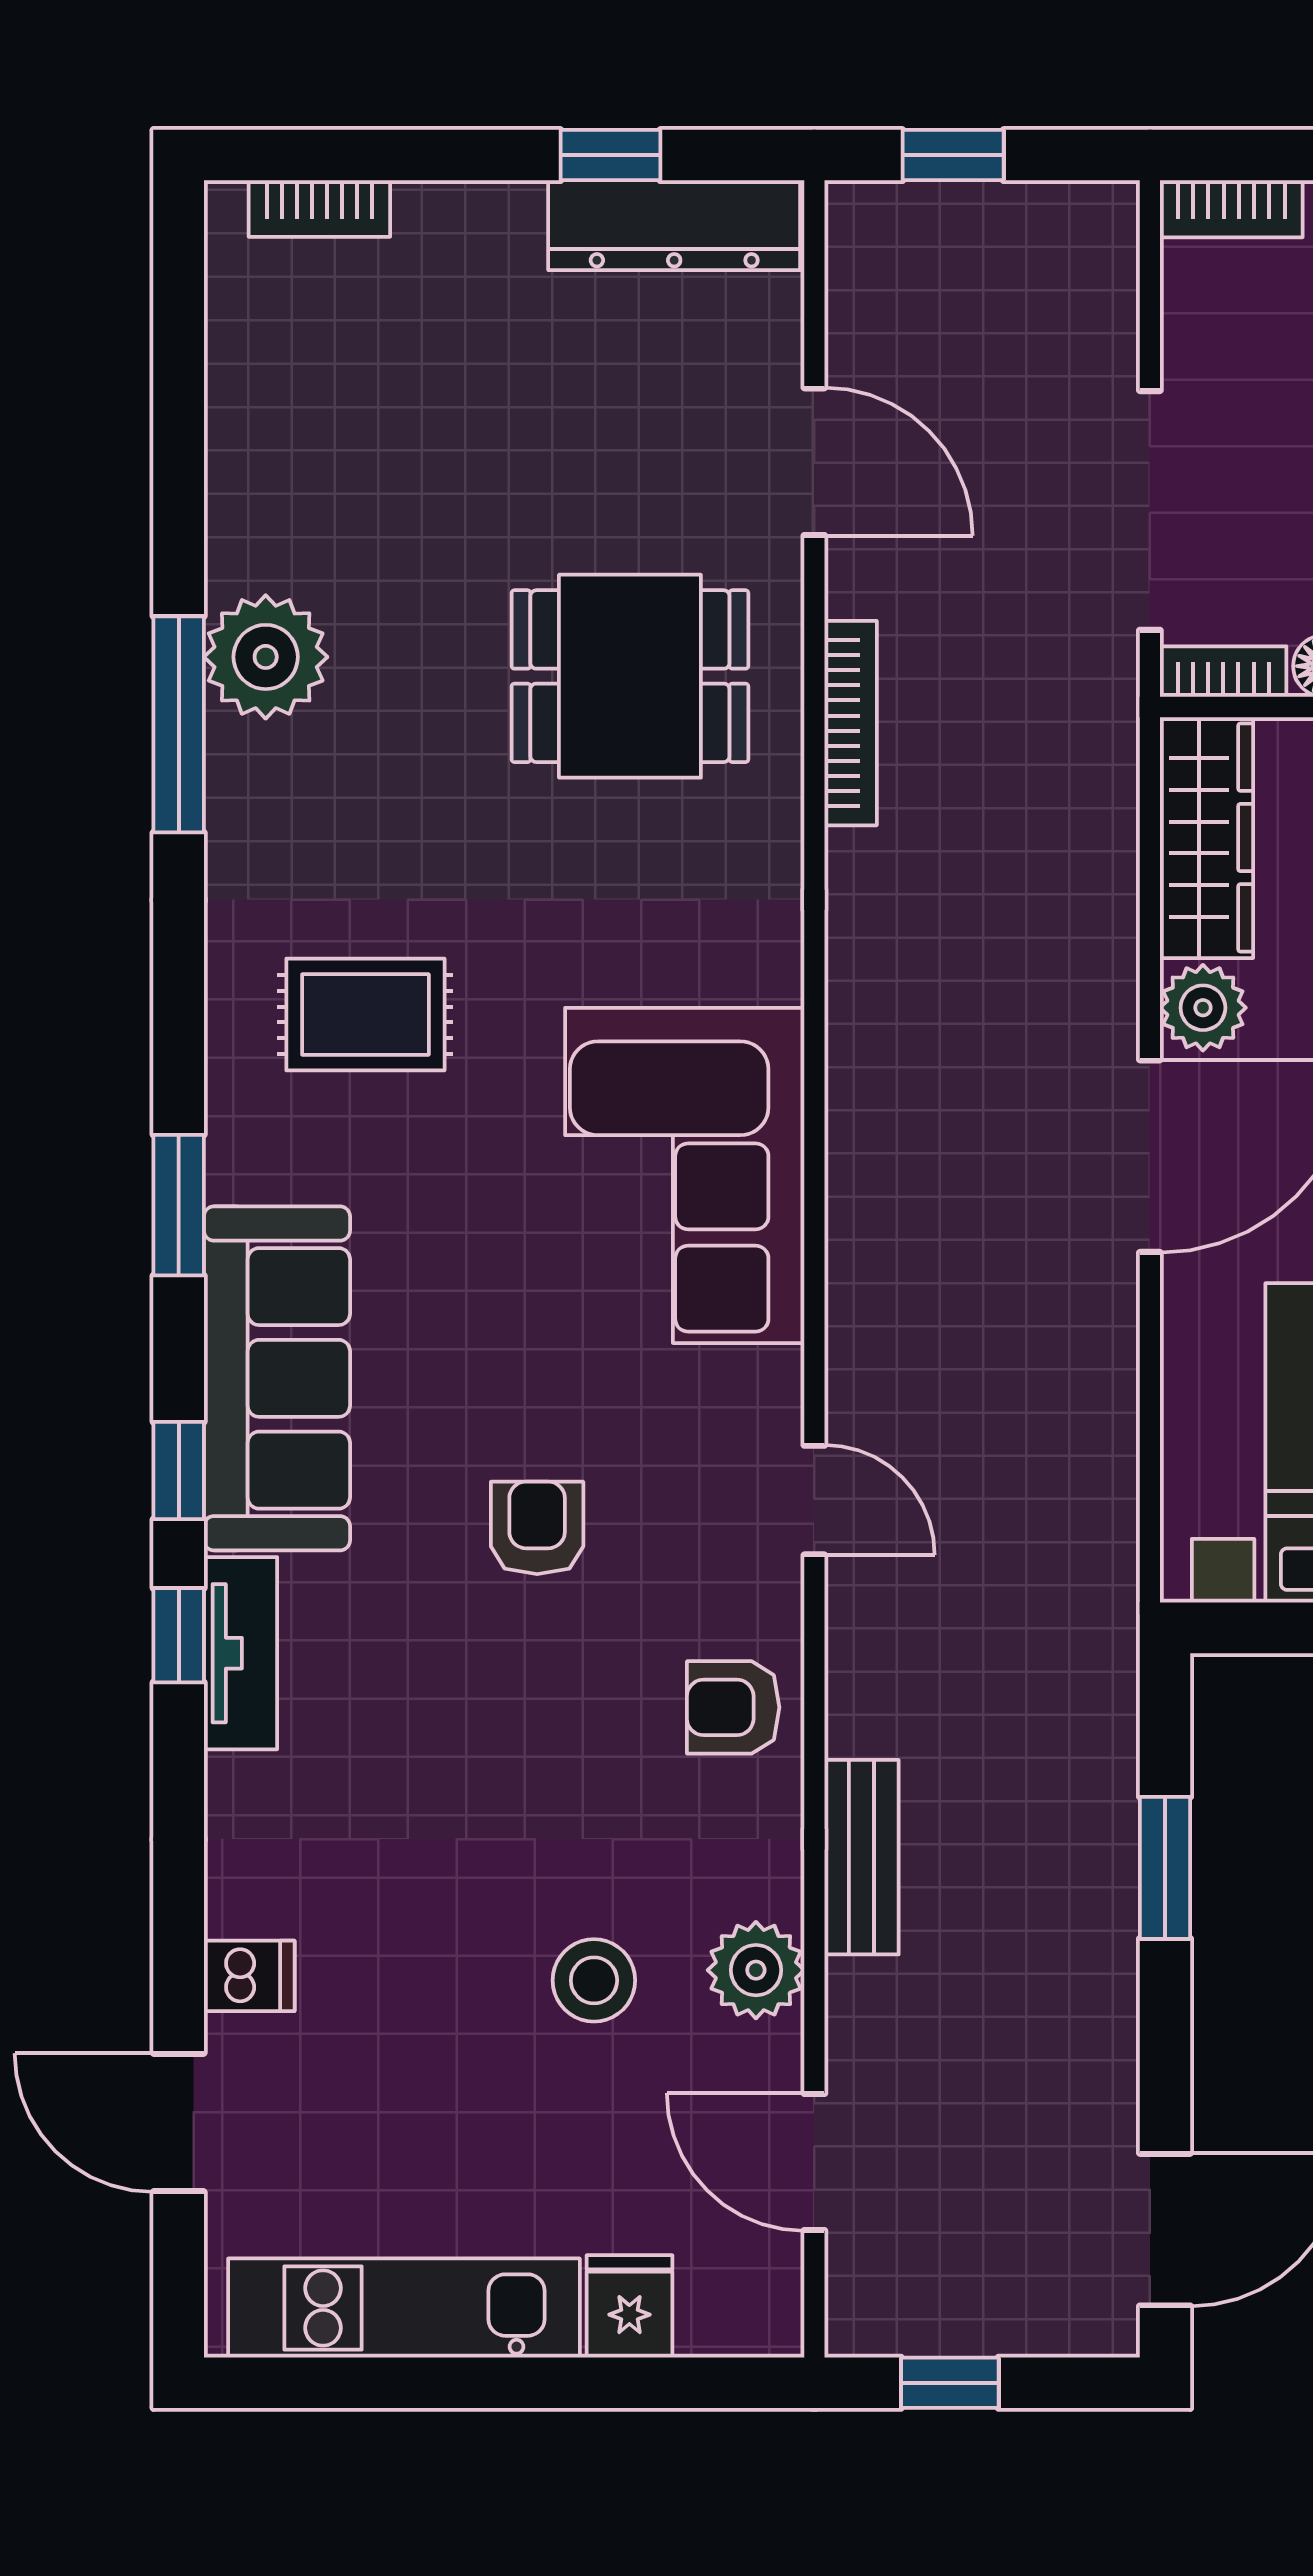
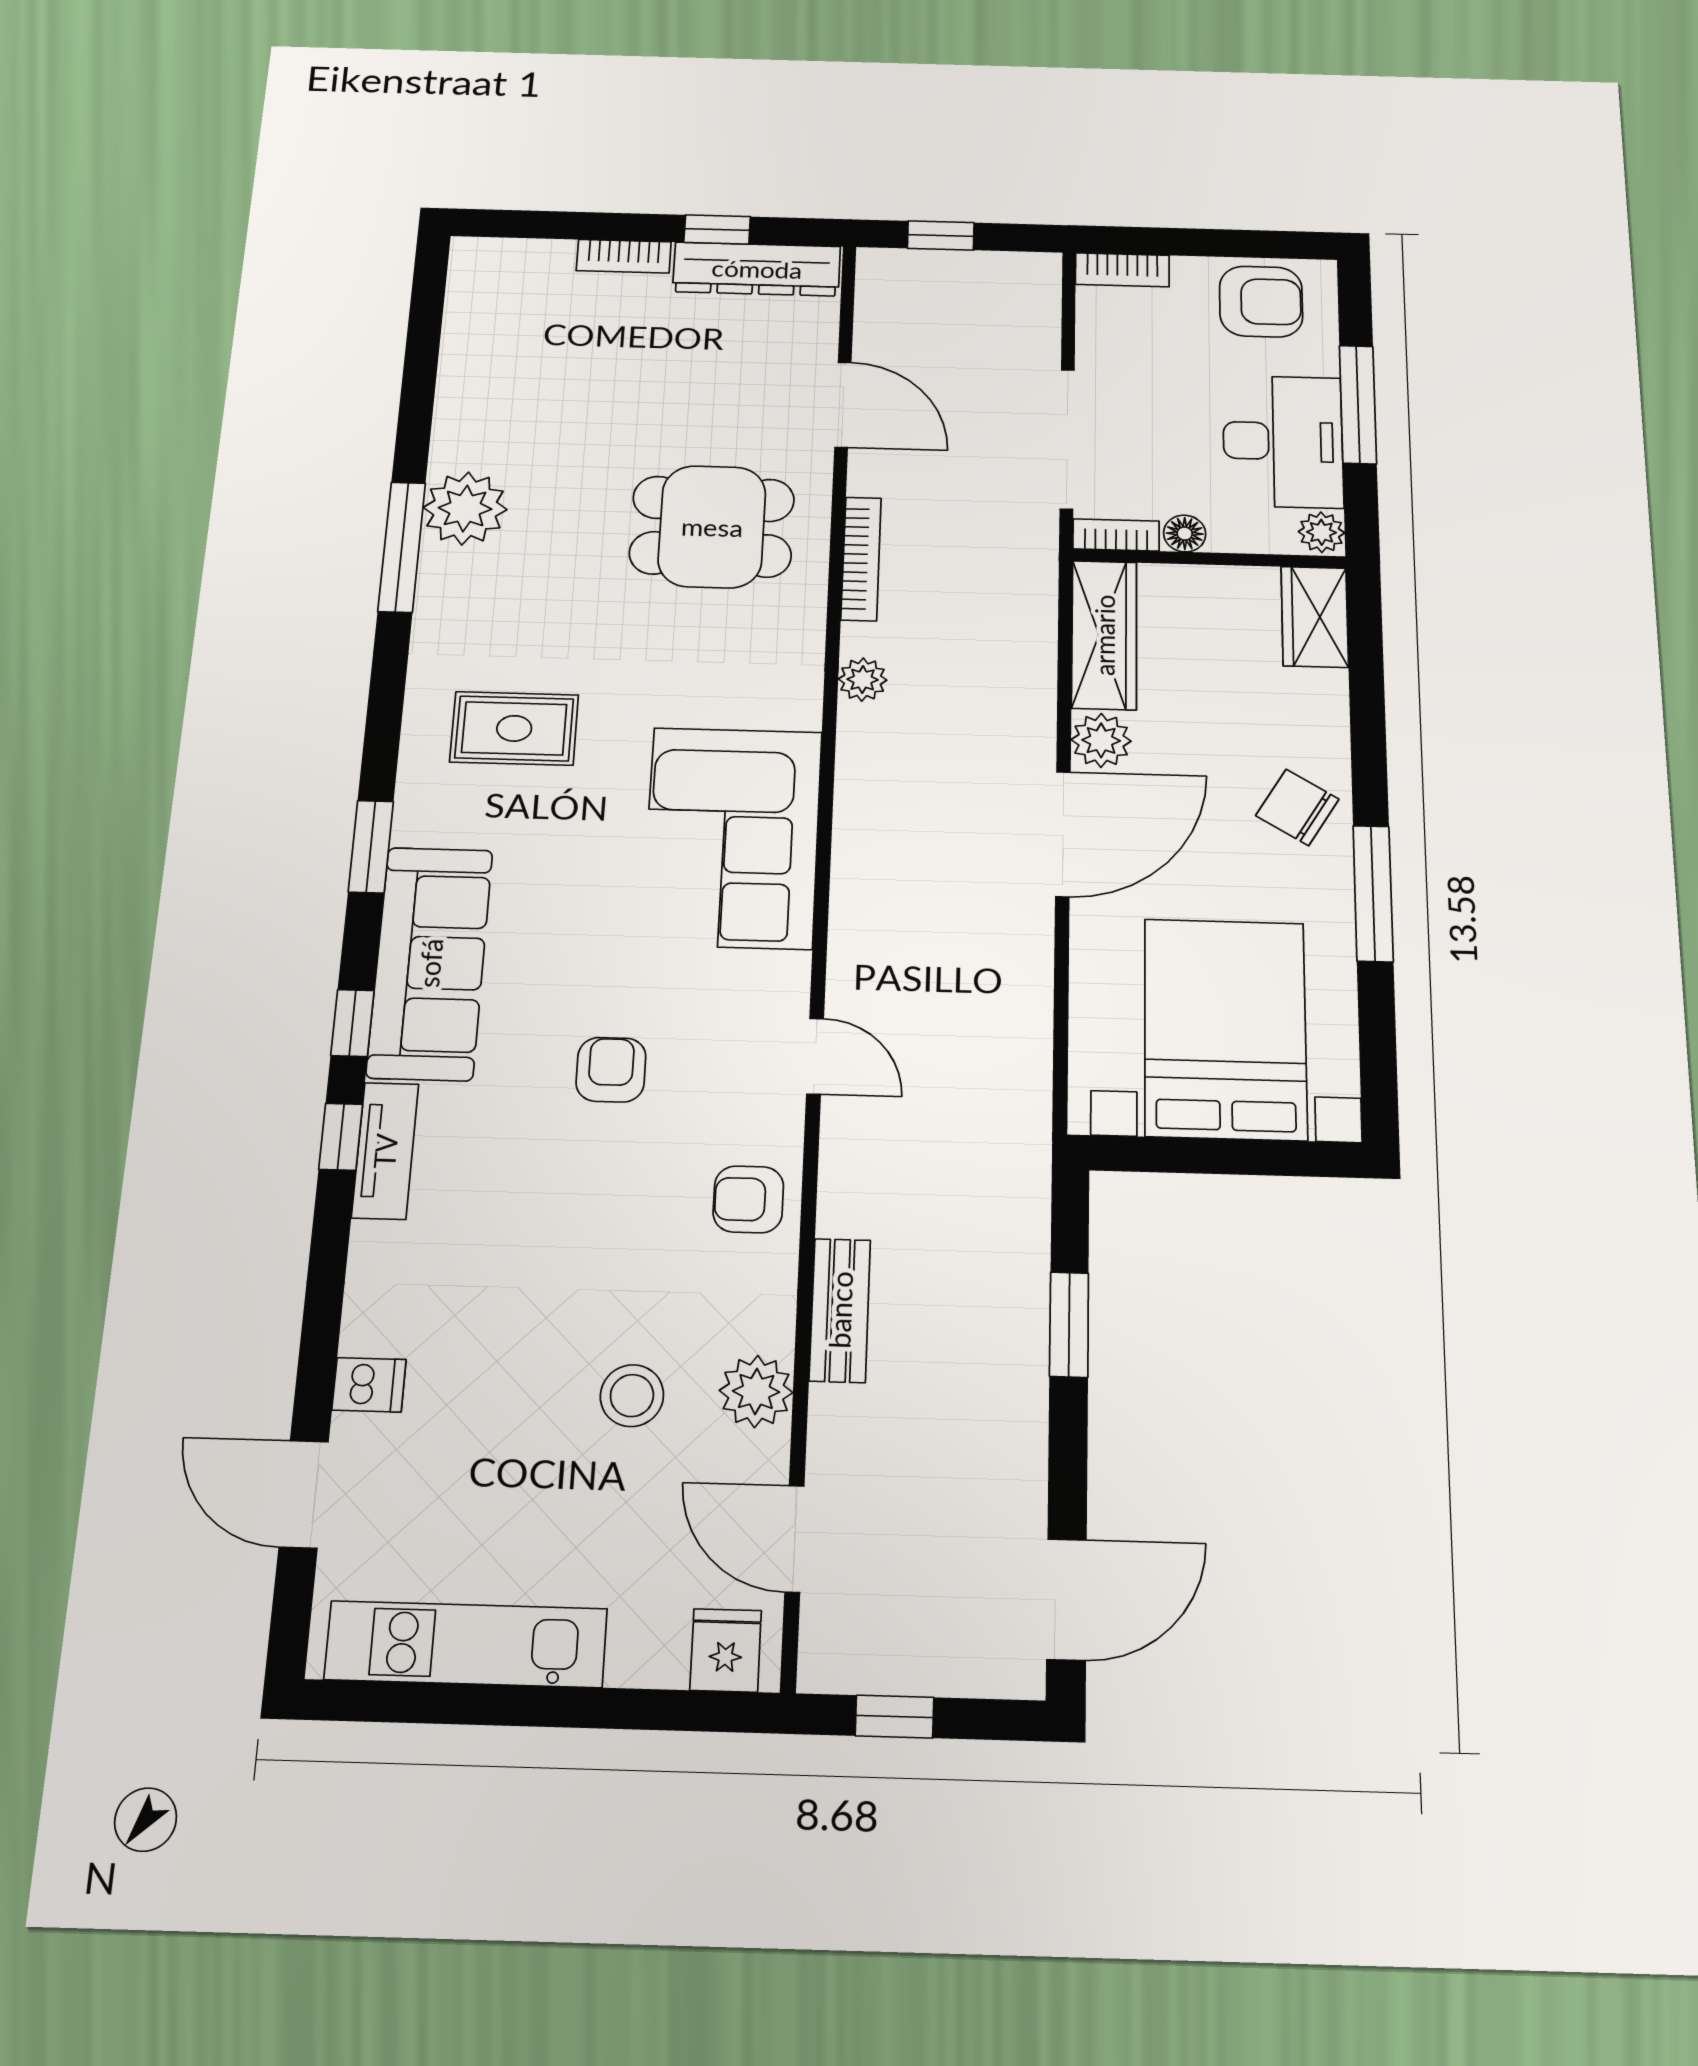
bookcase: (319, 209) -> (624, 256), moved
plant: (860, 921) -> (863, 680), added
fridge: (629, 2306) -> (726, 1650), moved

